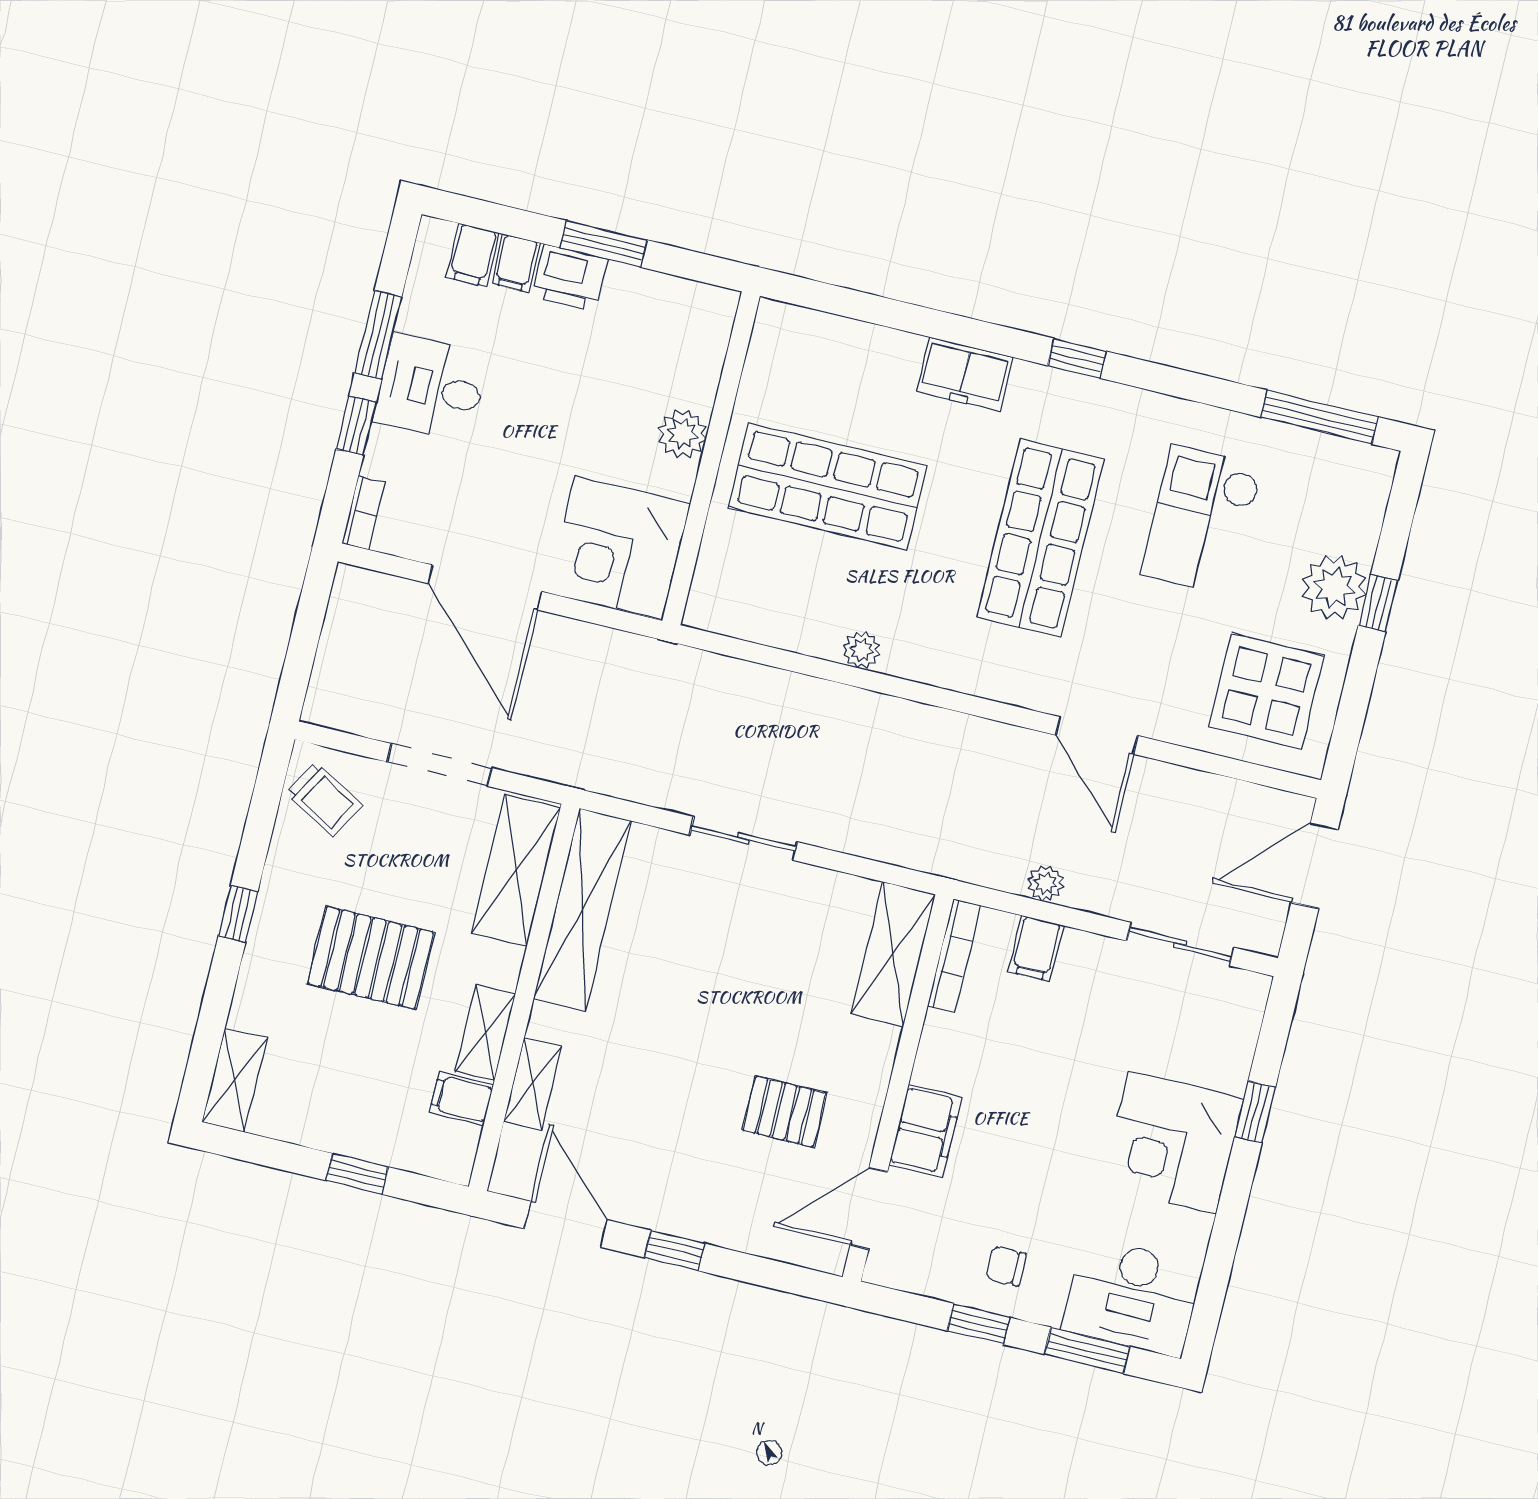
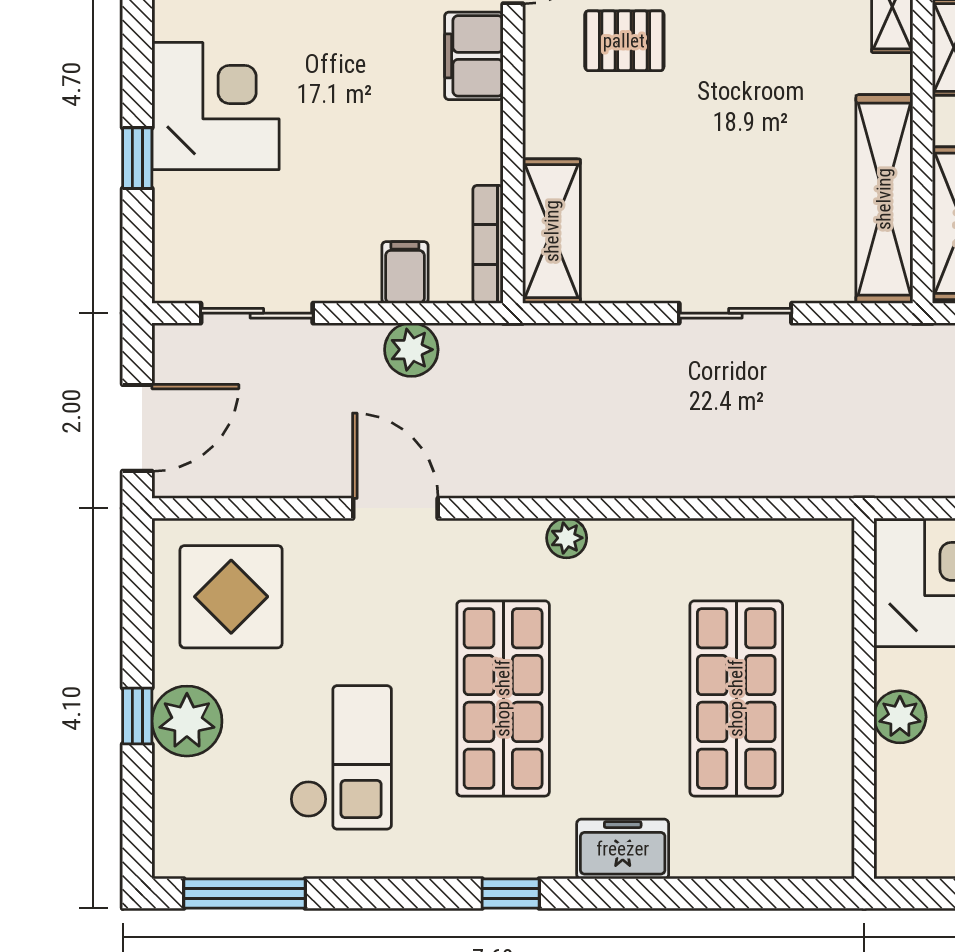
shop shelf: (828, 487) -> (736, 698), turned 90
plant: (862, 650) -> (567, 538), moved
plant: (1046, 883) -> (411, 350), width x1.38, depth x1.38

